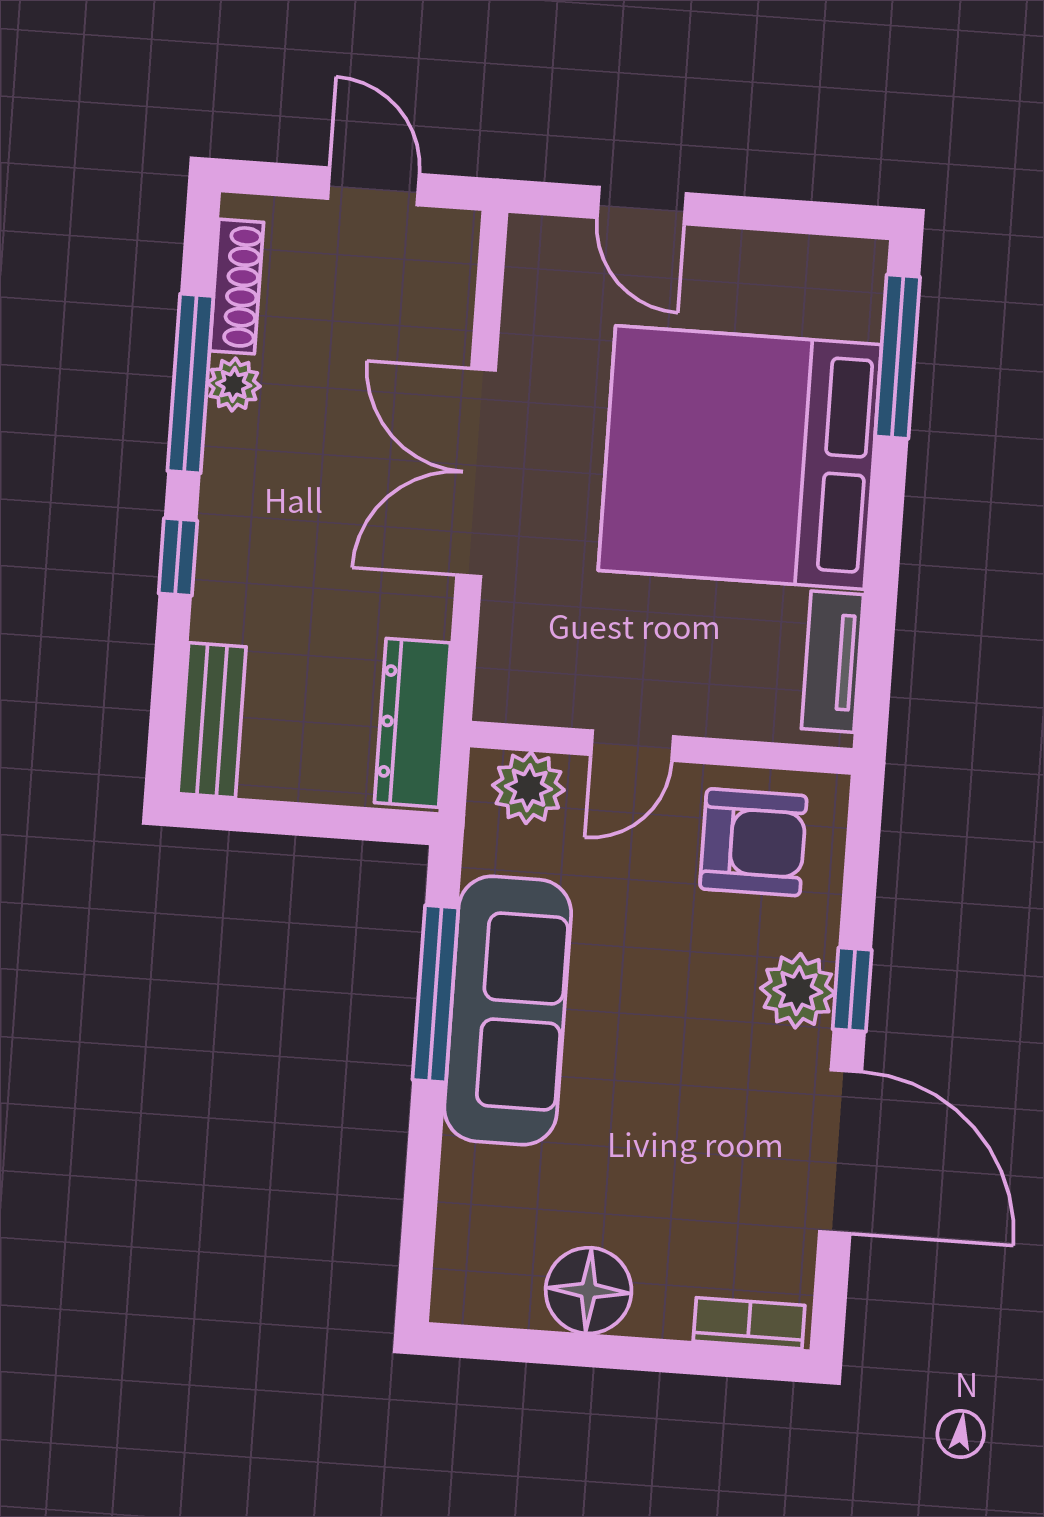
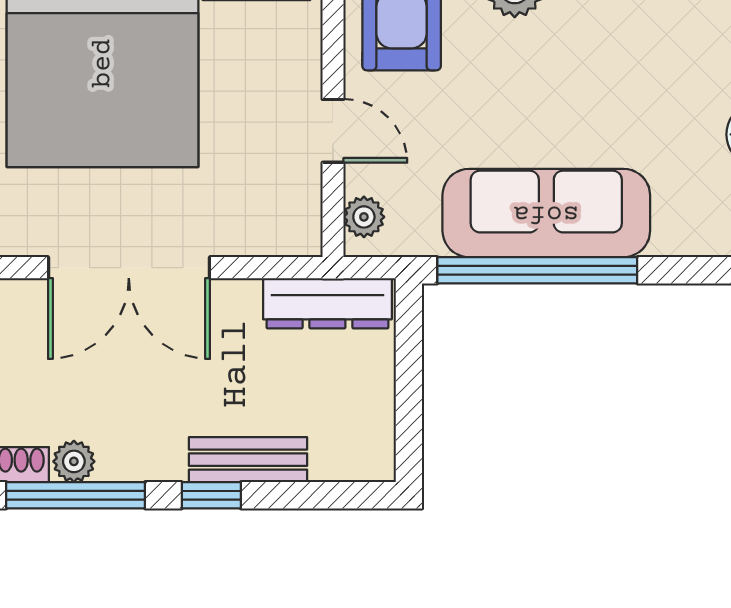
bench: (212, 720) -> (248, 460), moved
plant: (528, 788) -> (364, 217), width x0.73, depth x0.73
window: (435, 994) -> (537, 270), width x1.46

